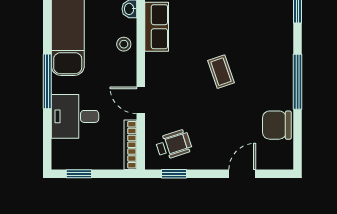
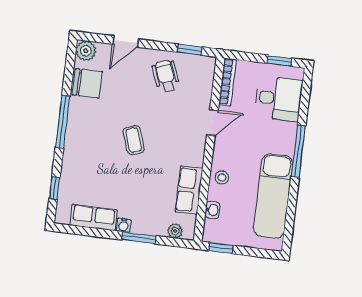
door: (141, 100) -> (212, 123), hinge flipped
desk: (75, 116) -> (278, 99), moved
wheelchair: (174, 145) -> (166, 76), moved, turned 87
plant: (283, 159) -> (86, 51), added

